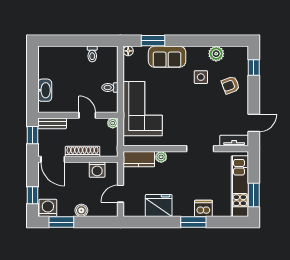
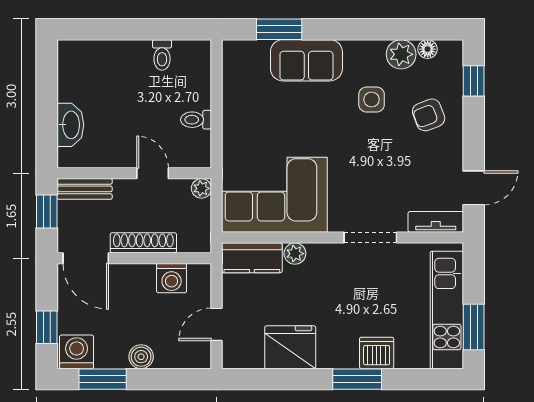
floor lamp: (128, 51) -> (428, 49), moved
corner sofa: (143, 109) -> (274, 195), moved, turned -90

